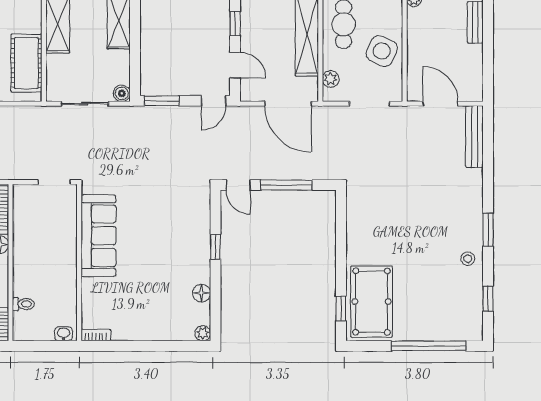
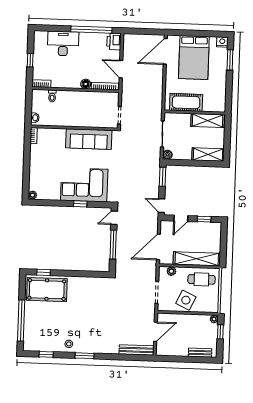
corner sofa: (181, 241) -> (84, 185), added
floor lamp: (202, 293) -> (55, 195), removed

